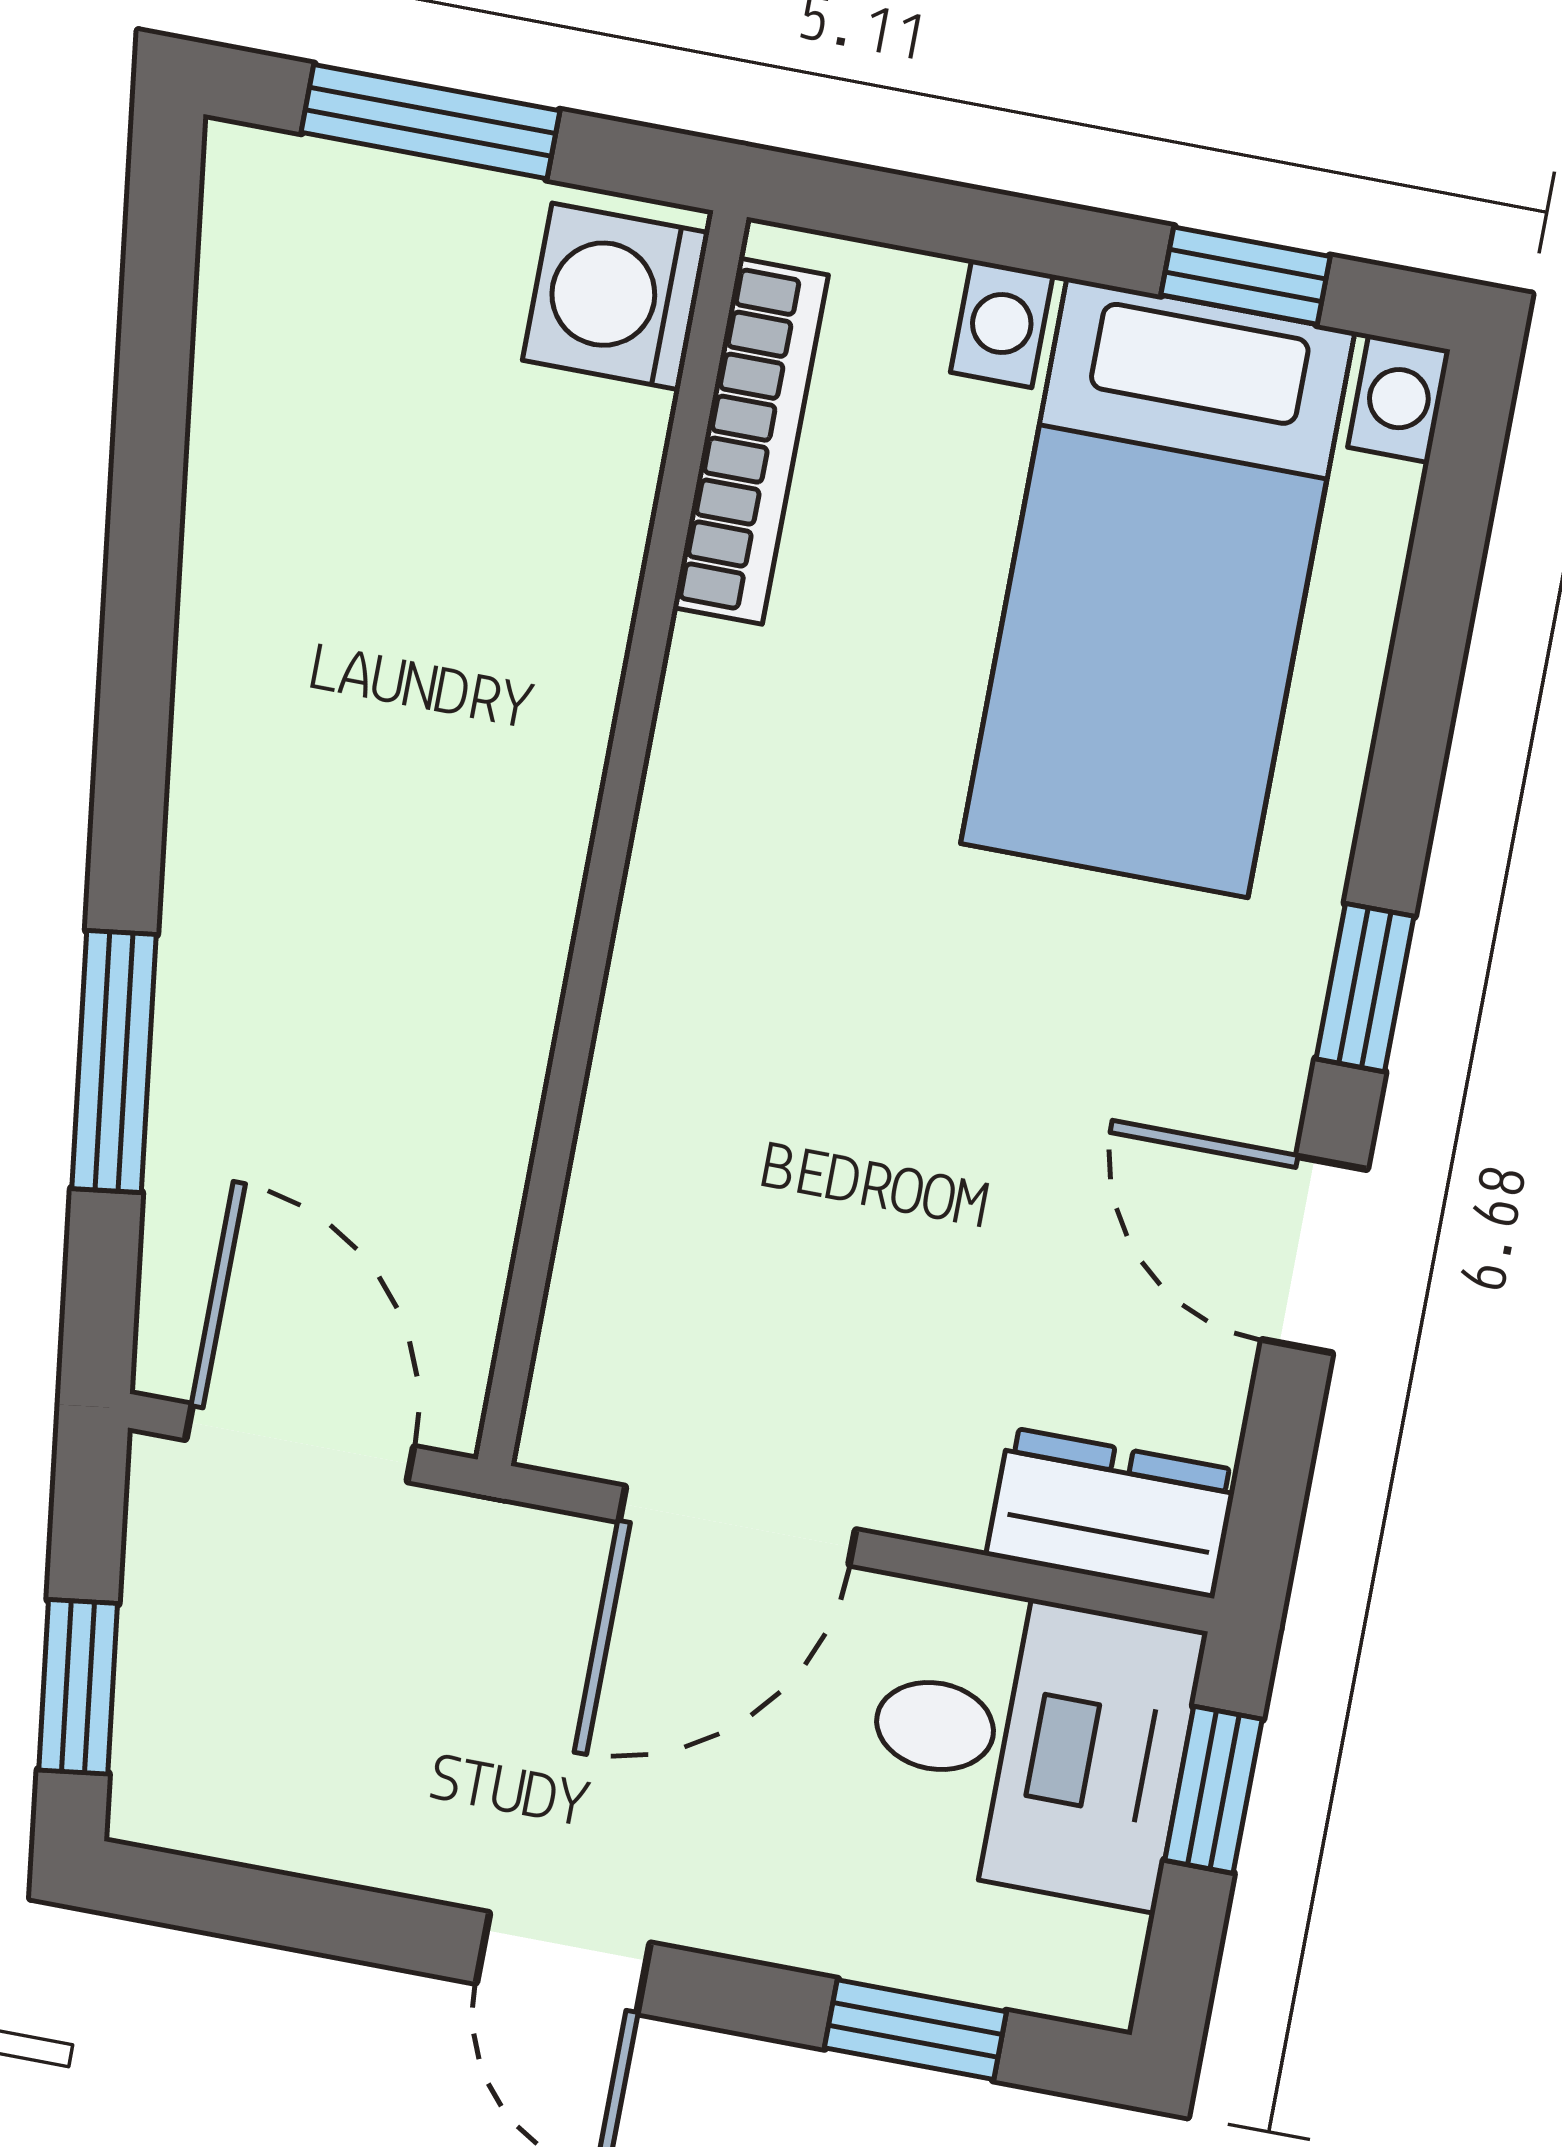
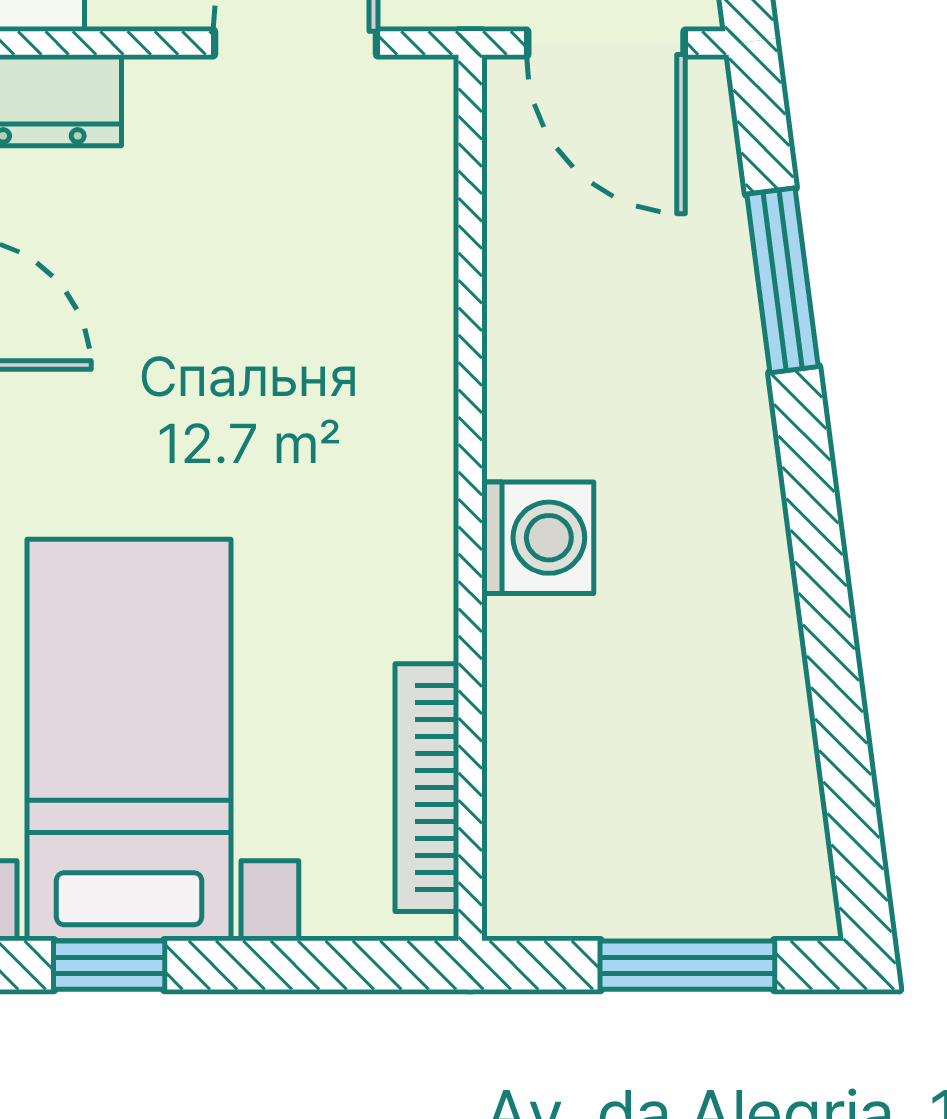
washing machine: (616, 297) -> (538, 538), moved

